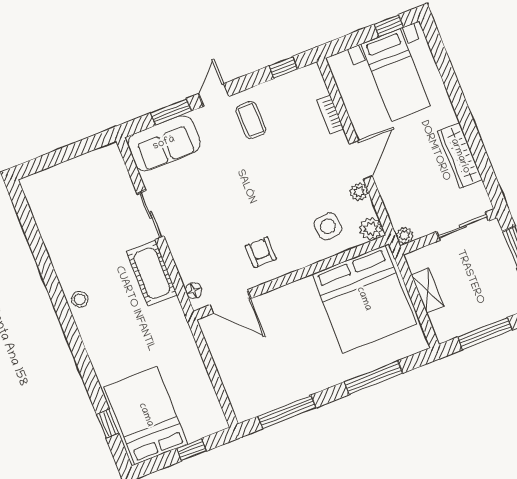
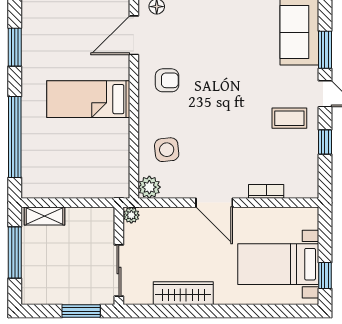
window: (283, 67) -> (325, 142), moved
plant: (359, 192) -> (187, 190), removed
shelving: (427, 291) -> (44, 216), moved
bed: (364, 299) -> (88, 99), moved, width x0.49
window: (374, 378) -> (15, 137), width x1.46
window: (287, 412) -> (15, 47), width x0.69

